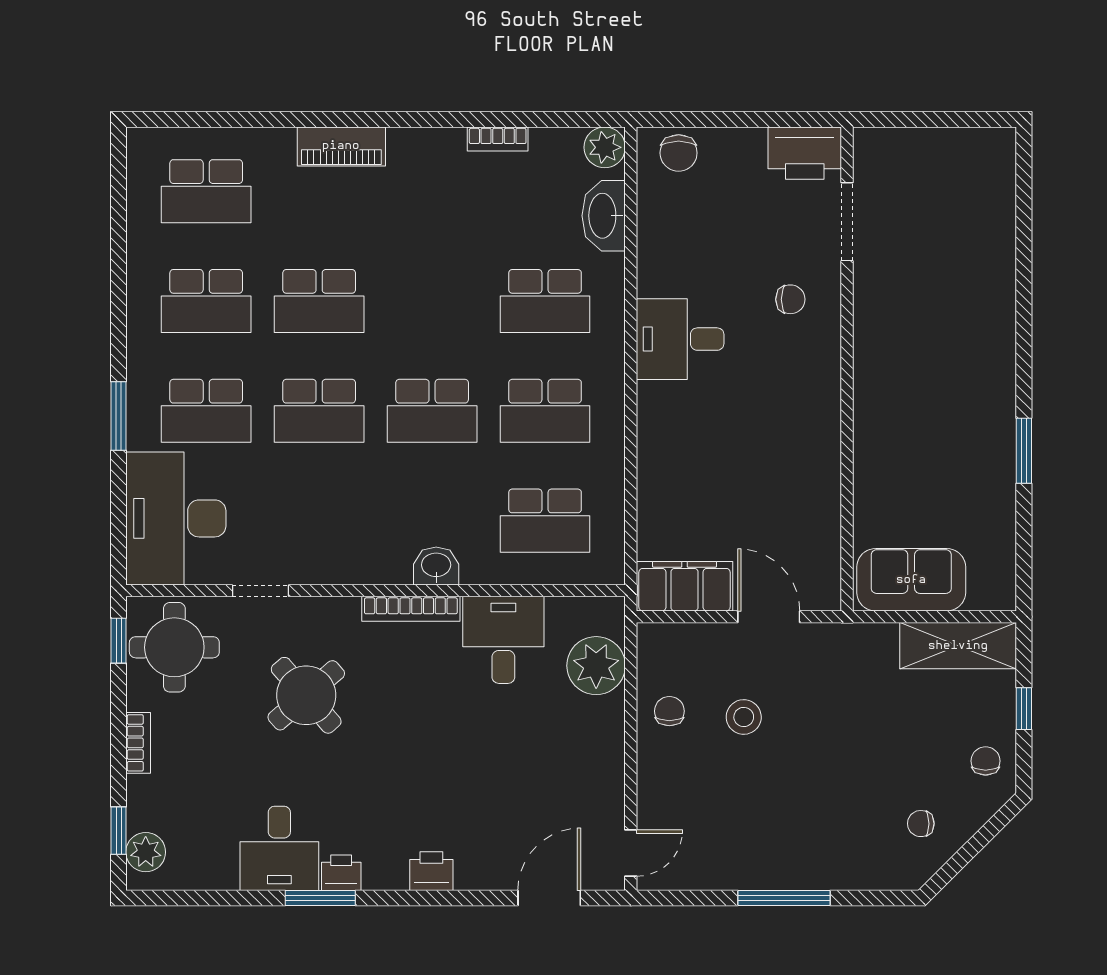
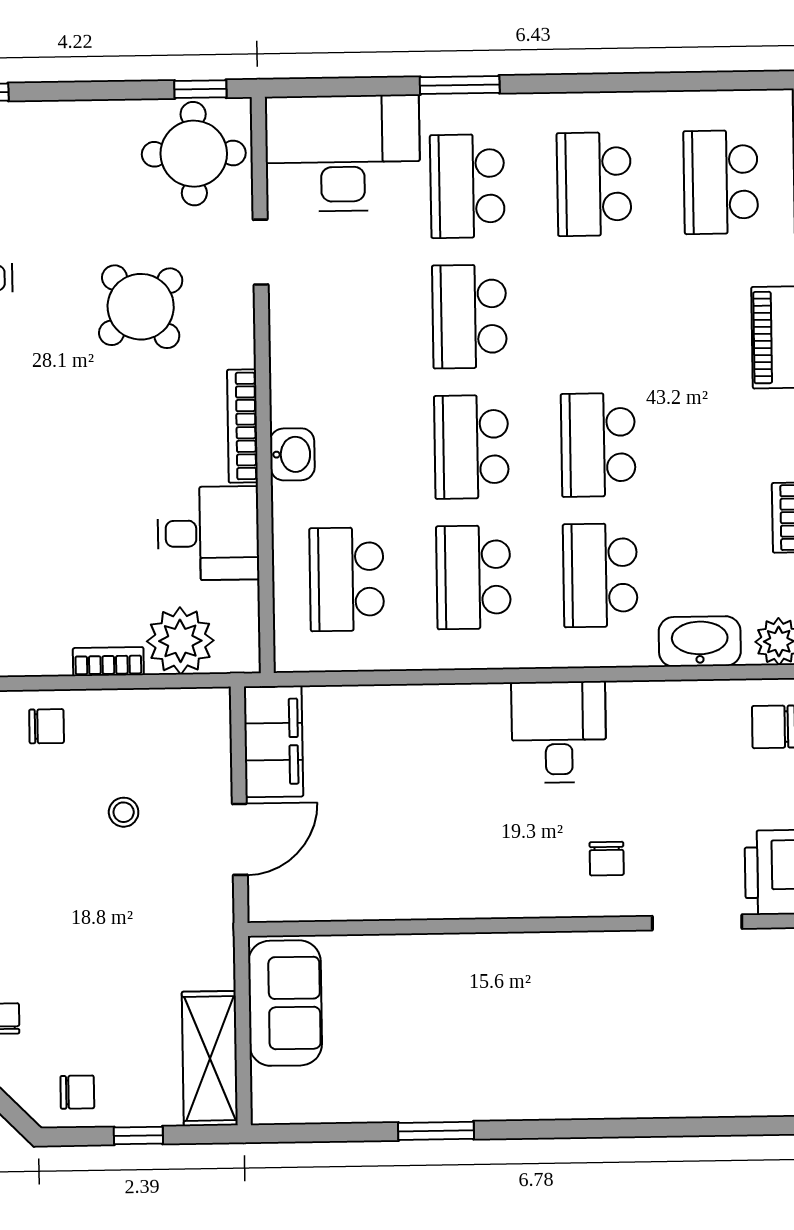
school desk: (319, 301) -> (598, 445), moved
chair: (669, 711) -> (47, 726), moved
stool: (744, 717) -> (124, 812), width x0.73, depth x0.73
bookcase: (138, 743) -> (108, 662), moved, turned 180

